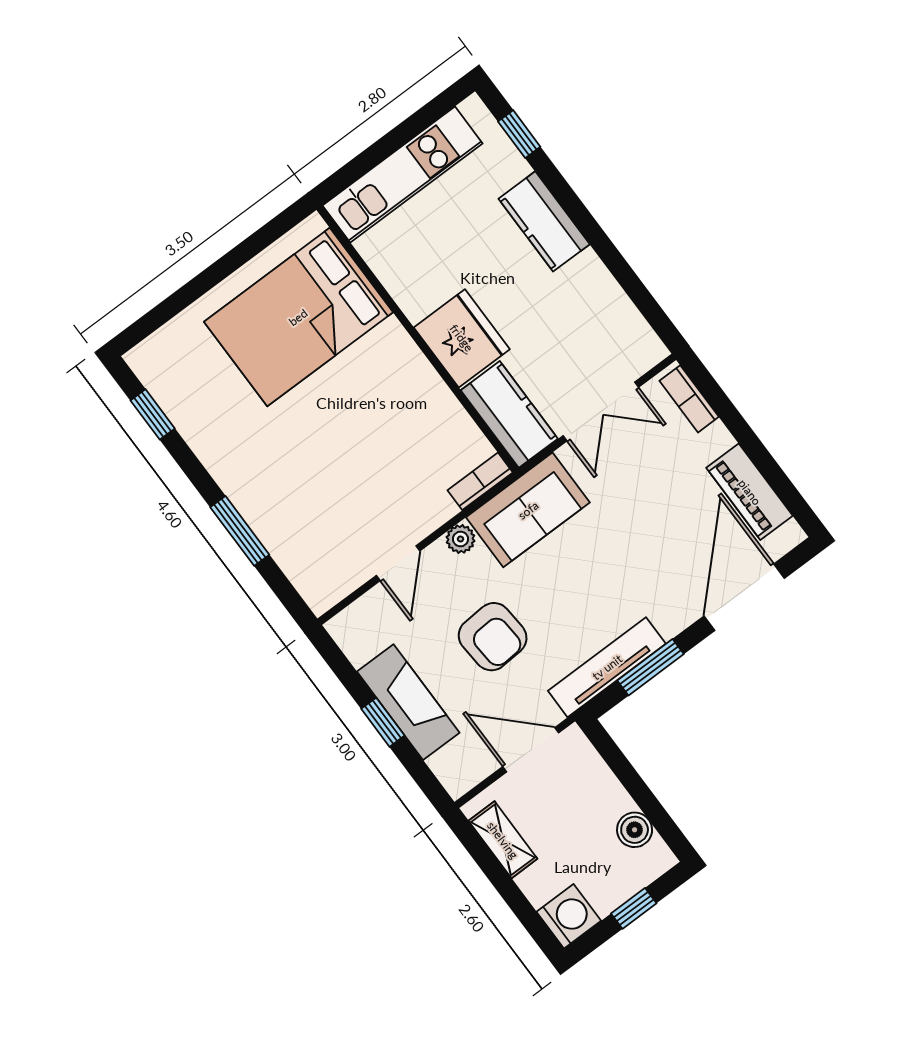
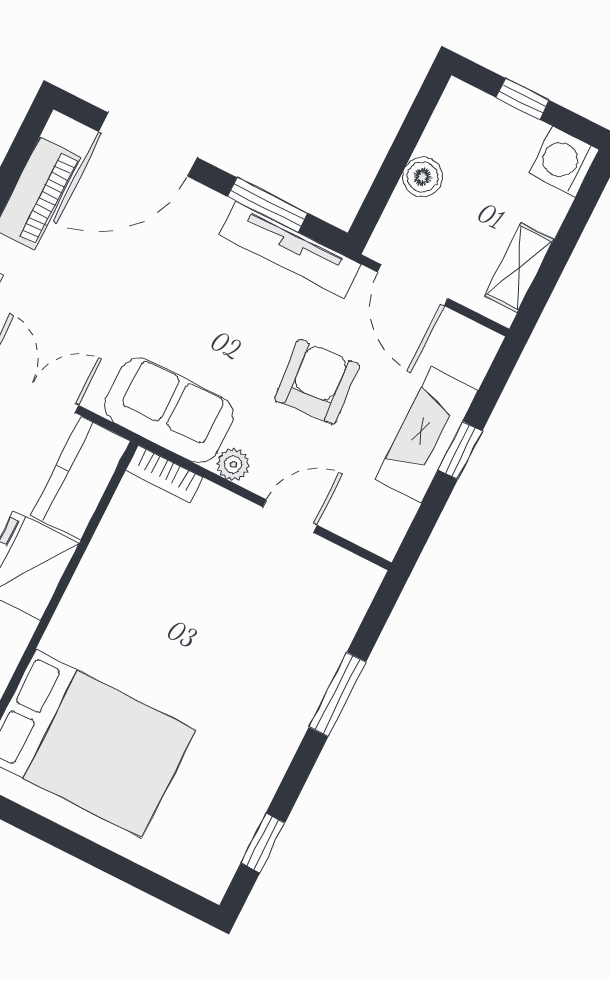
boiler: (635, 830) -> (422, 177), moved

